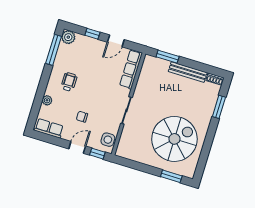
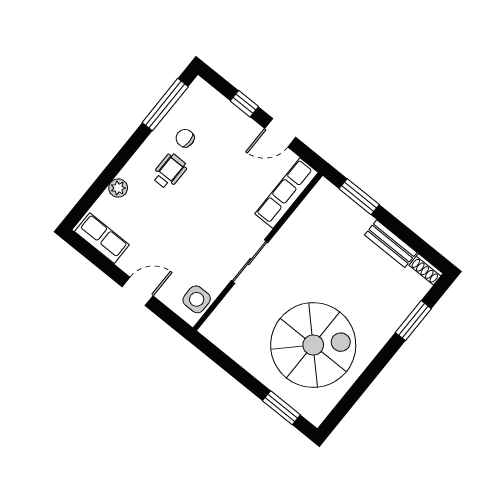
plant: (68, 37) -> (200, 93), removed
bench: (188, 72) -> (391, 244), width x0.73
chair: (82, 117) -> (185, 138), moved
window: (97, 154) -> (168, 316), removed

